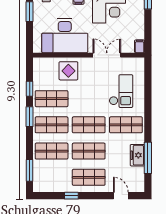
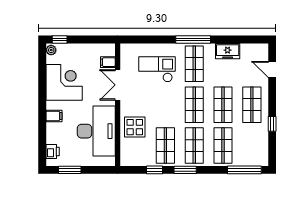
filing cabinet: (140, 46) -> (108, 62), moved
window: (148, 158) -> (193, 40), moved
window: (30, 170) -> (244, 170), width x1.44
door: (121, 196) -> (272, 69), hinge flipped

